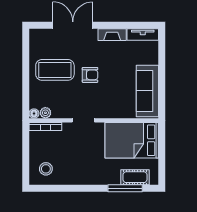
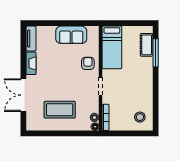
coffee table: (55, 70) -> (60, 110), turned 90
armchair: (90, 75) -> (88, 63), moved
sofa: (147, 91) -> (71, 35), width x0.73
bed: (132, 140) -> (112, 47), width x0.67

